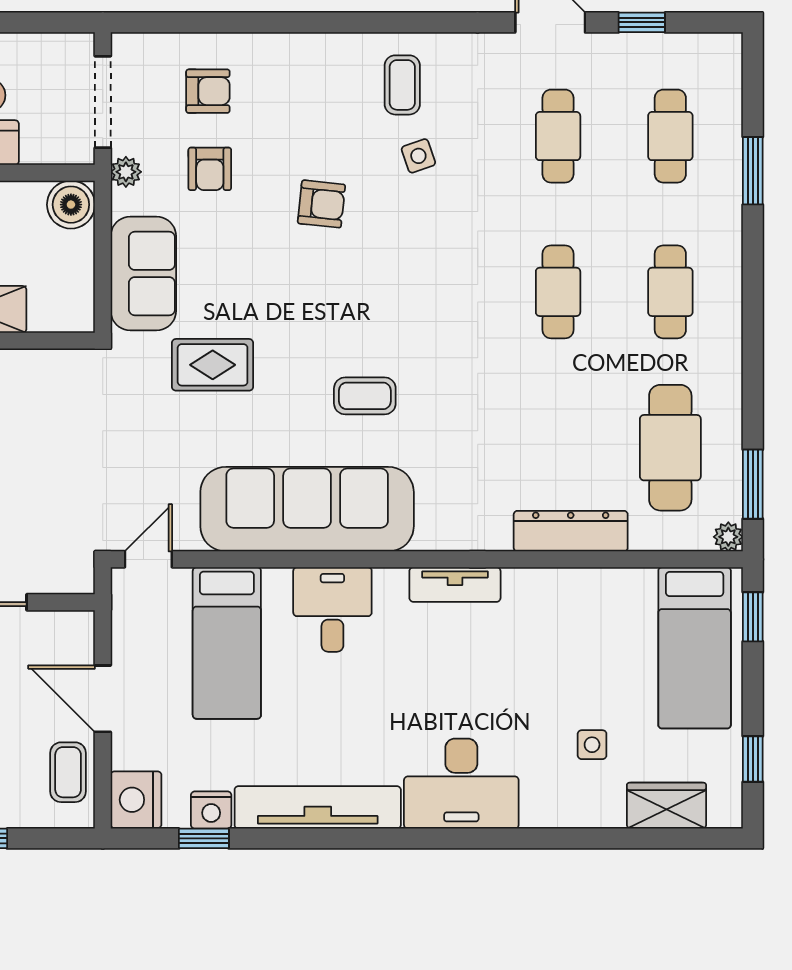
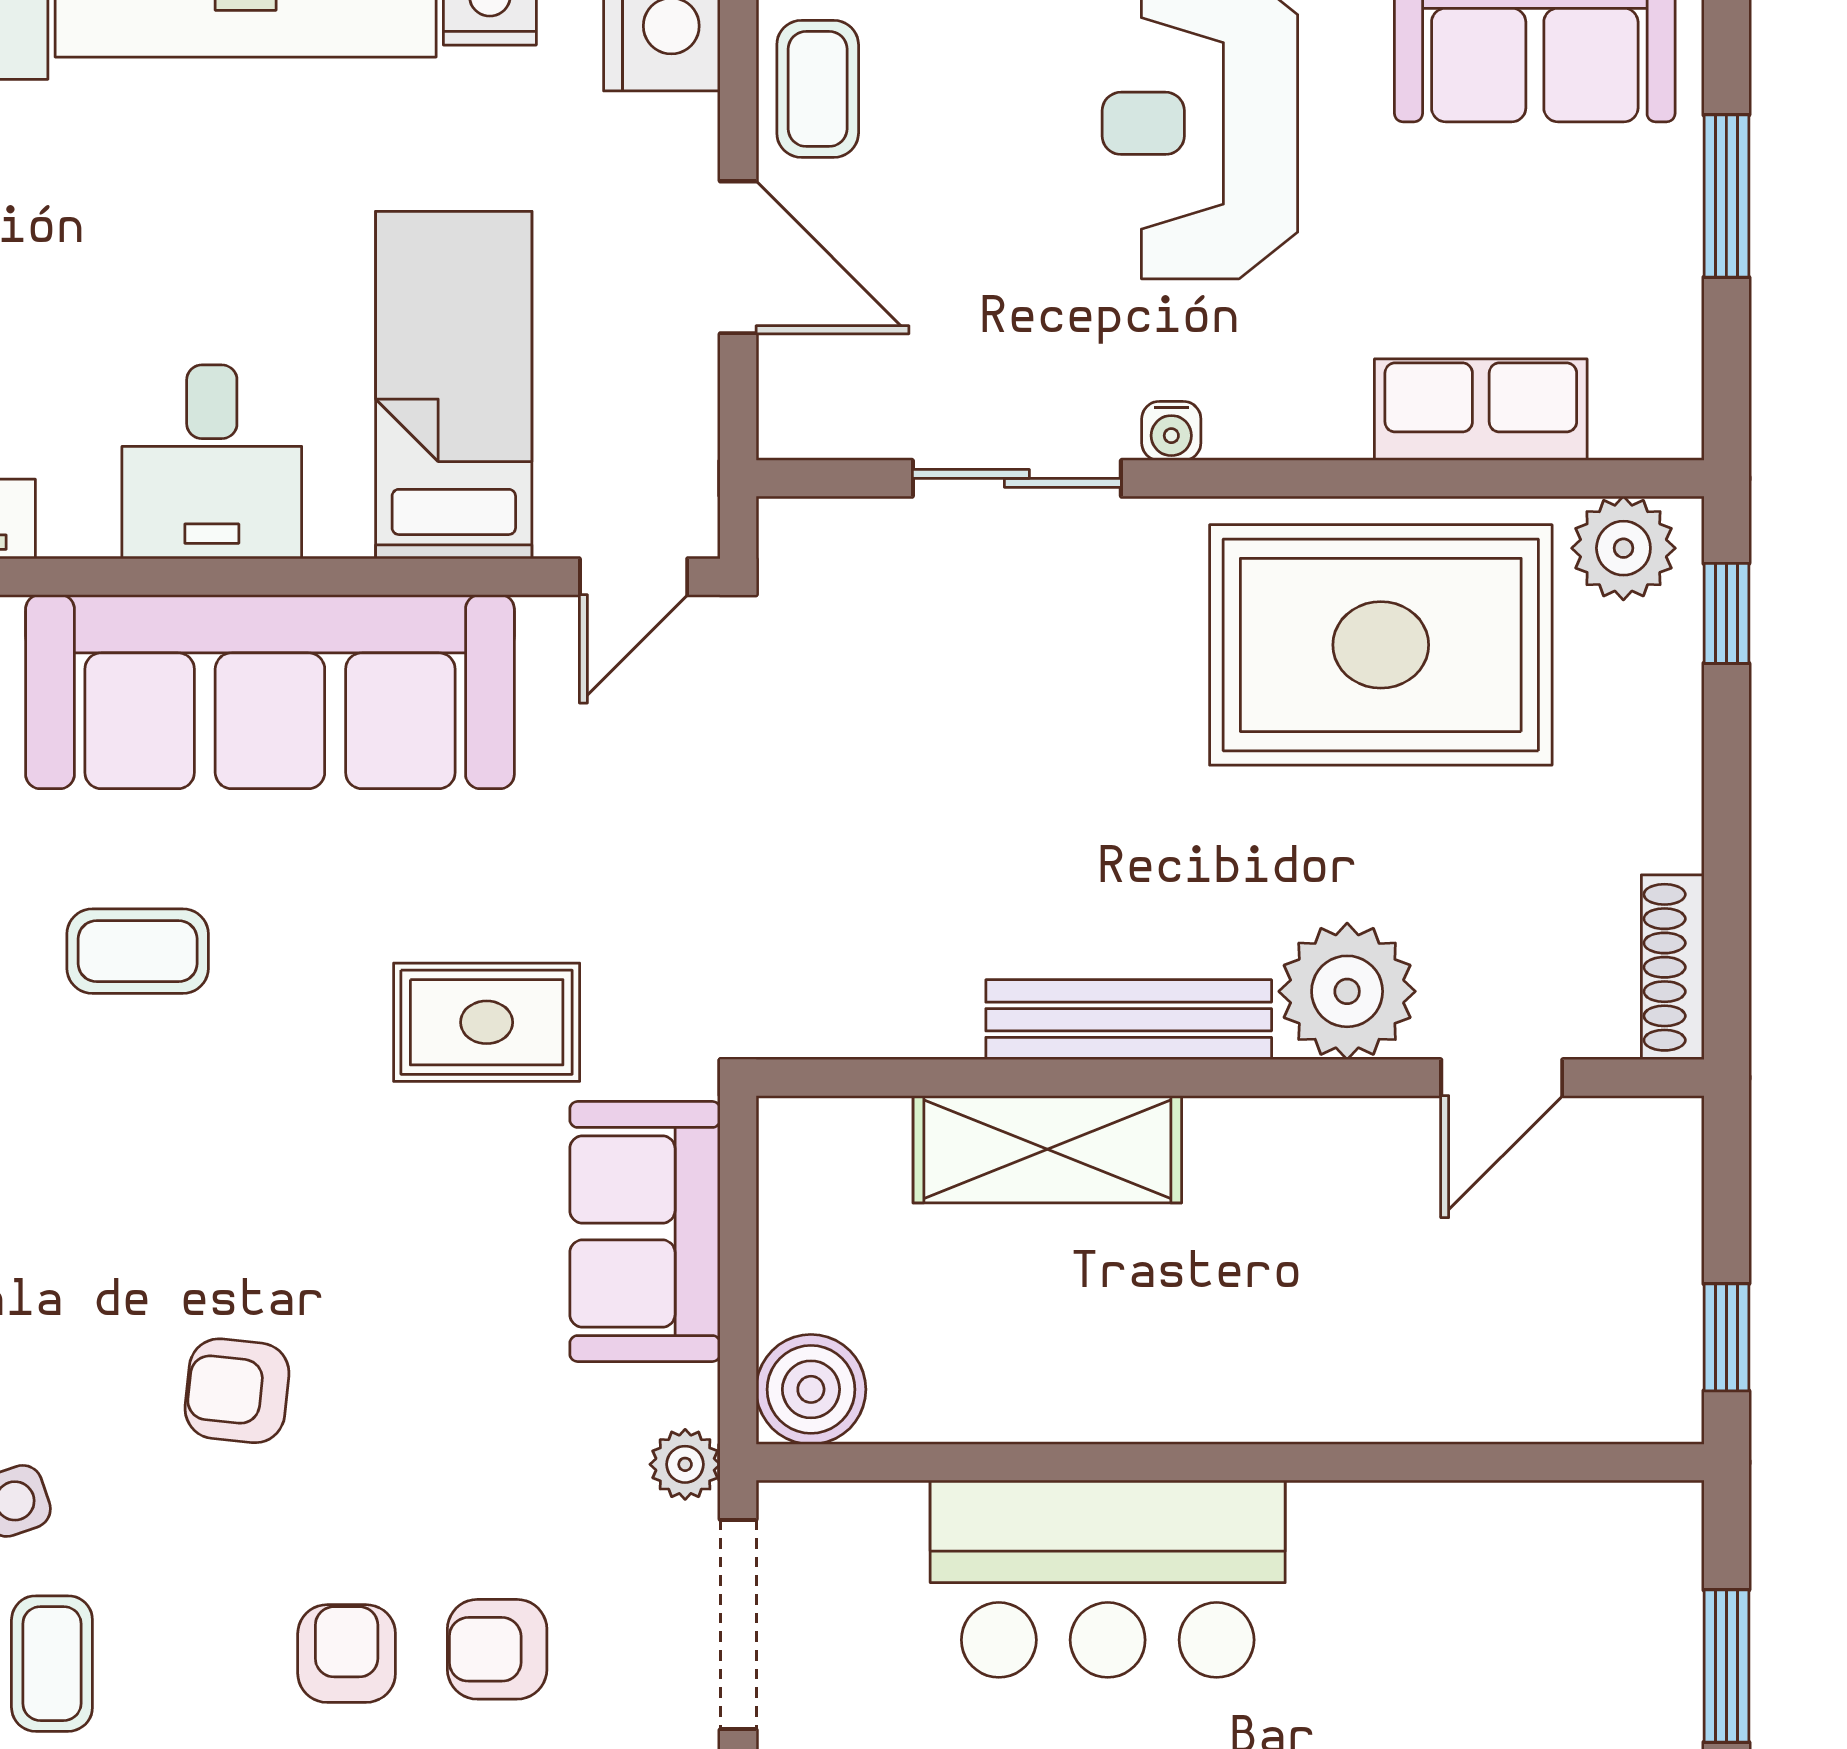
armchair: (210, 169) -> (347, 1654), moved

